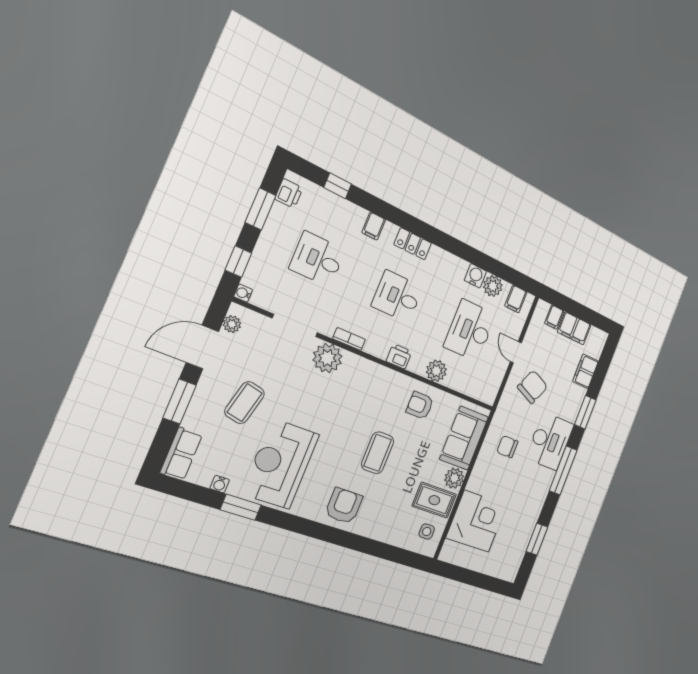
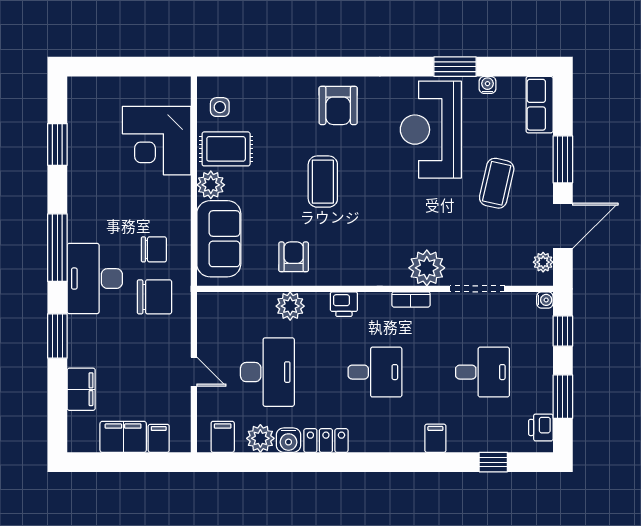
locker: (413, 244) -> (326, 441), moved
chair: (533, 387) -> (154, 297), moved, turned -114
armchair: (420, 405) -> (294, 257), turned -90
reception desk: (281, 464) -> (431, 130), turned 180

